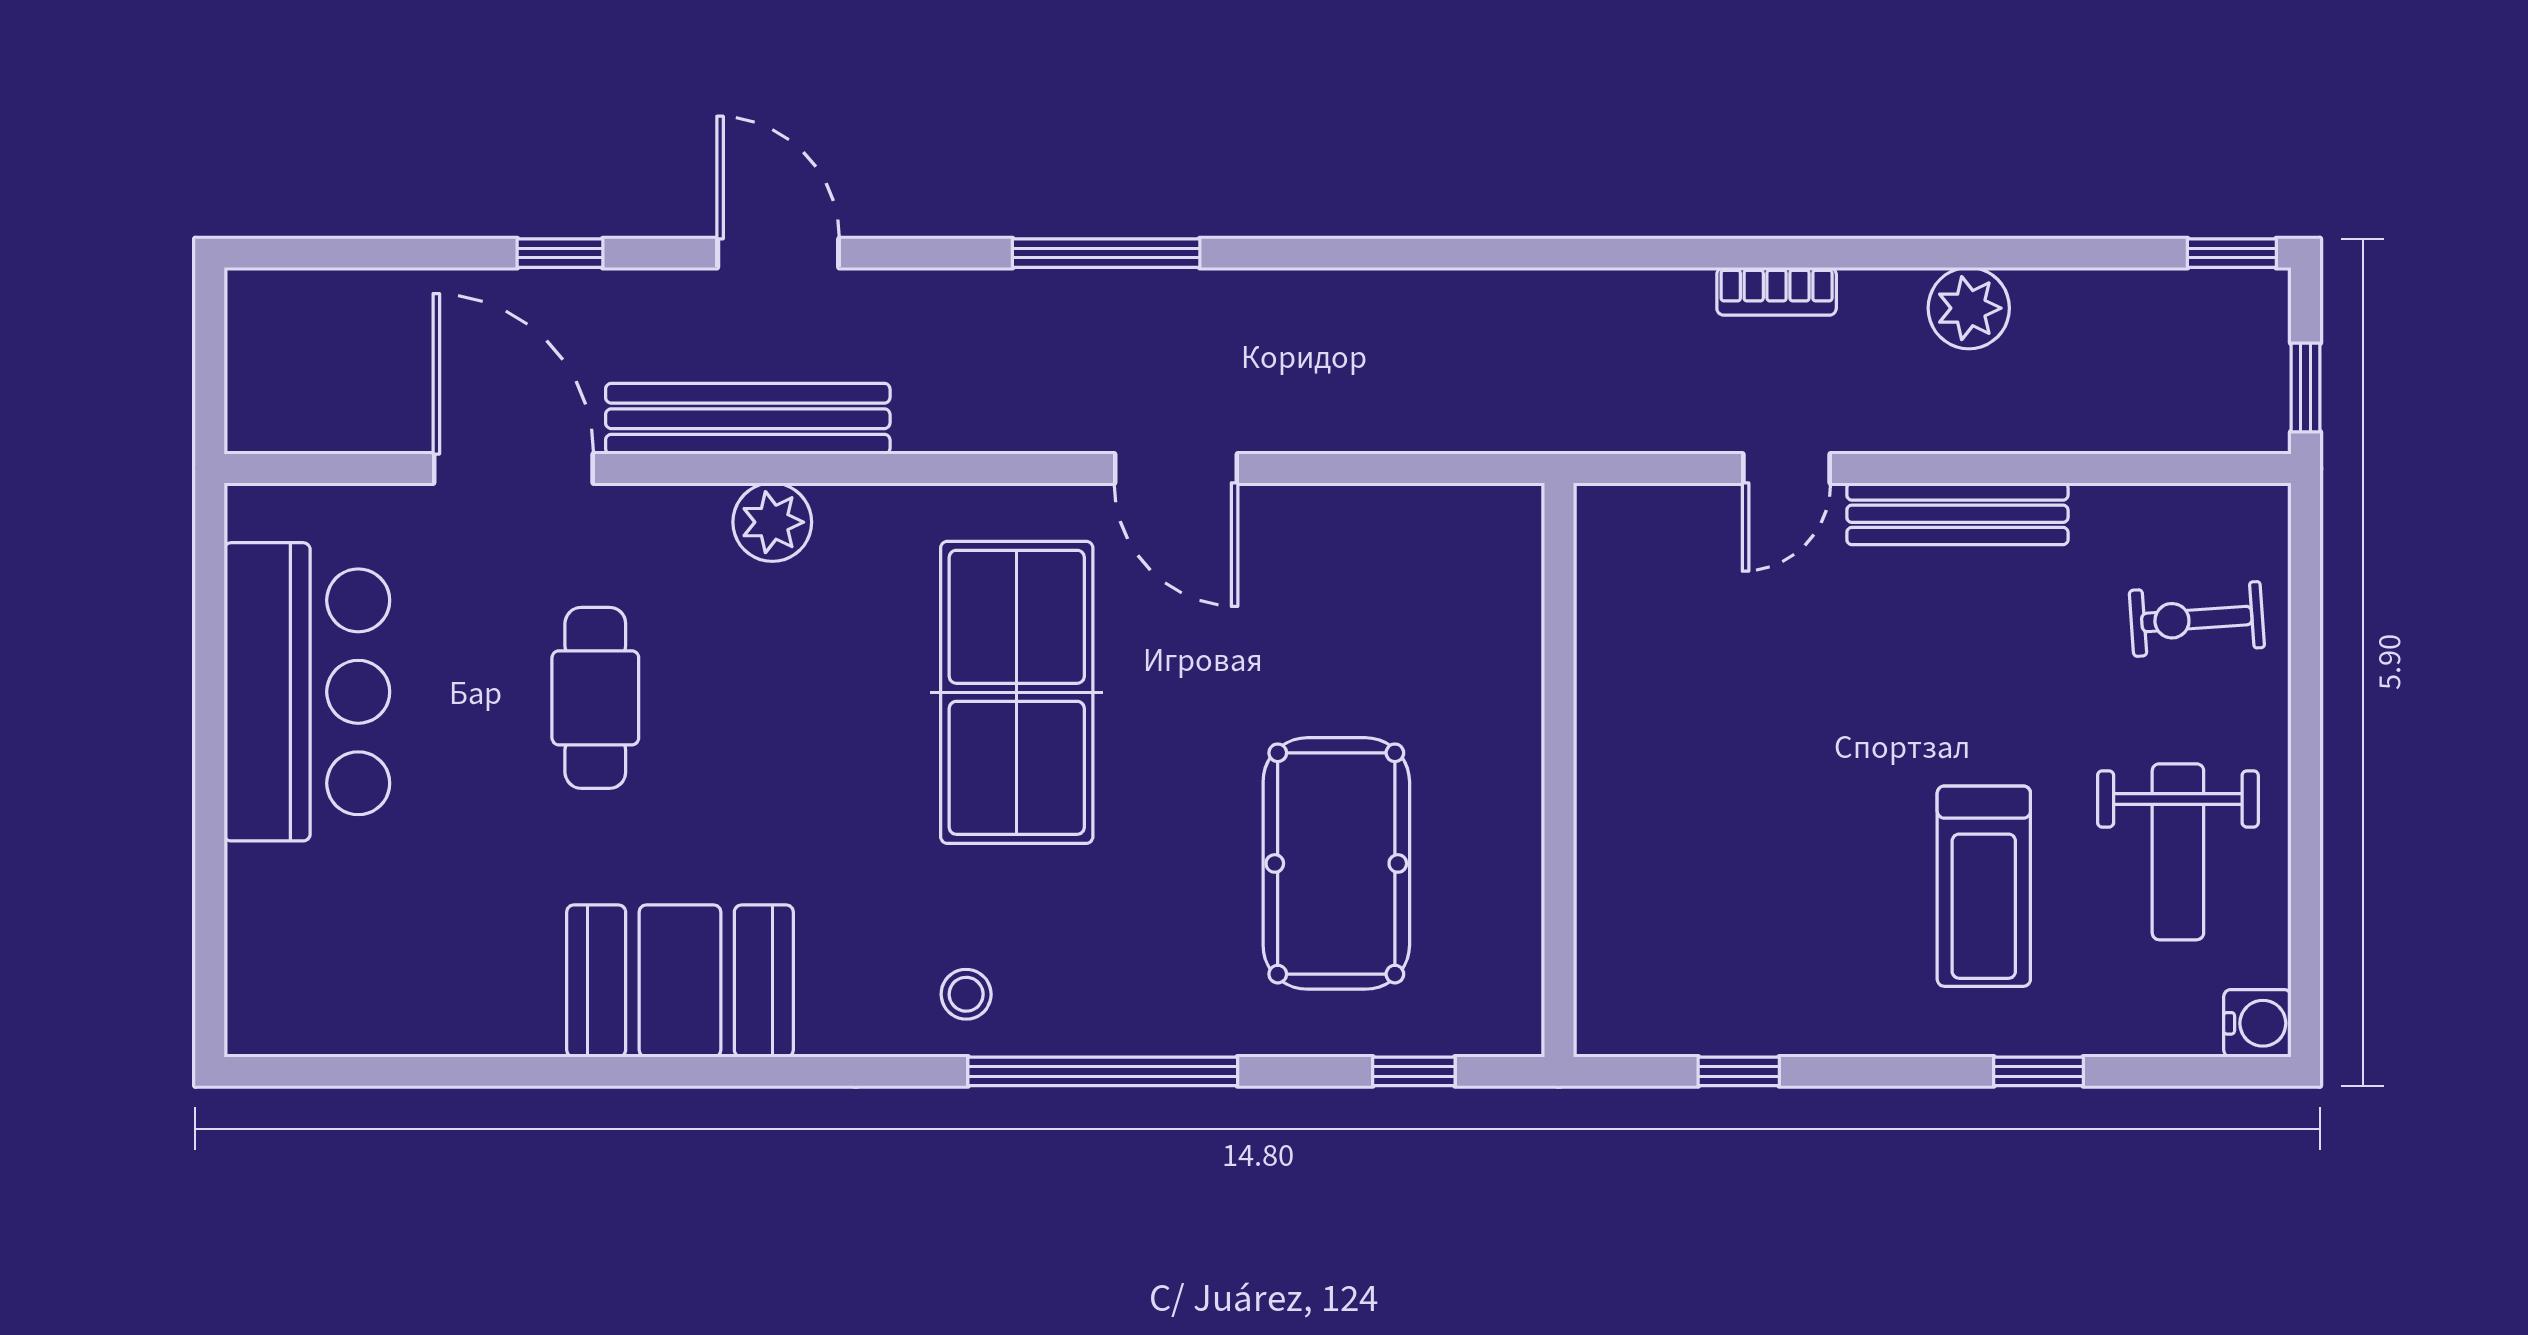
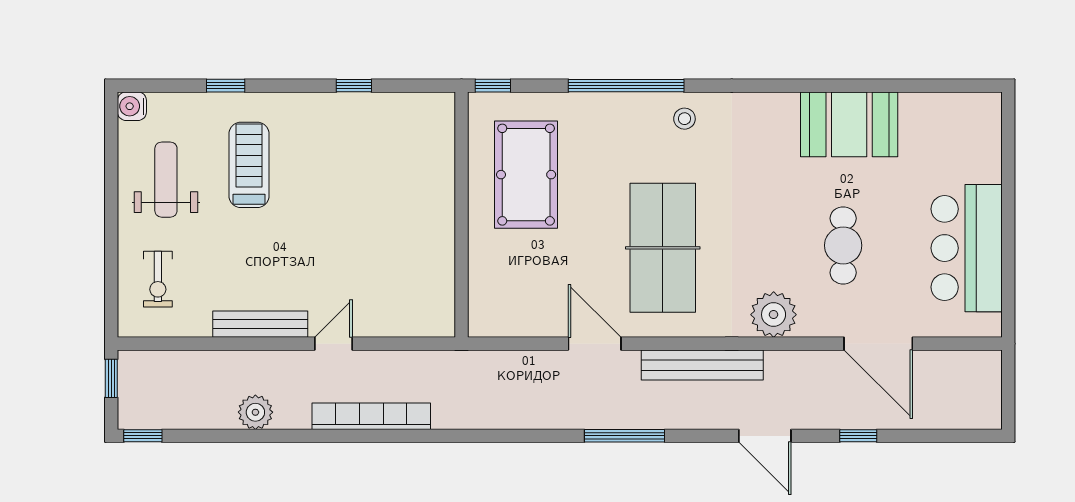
bookcase: (1777, 291) -> (371, 416), width x2.31, depth x1.31
bench: (748, 419) -> (702, 365), moved
plant: (772, 522) -> (774, 315), width x1.36, depth x1.36
exercise bike: (2197, 619) -> (158, 279), turned 94
wall: (1559, 770) -> (461, 215), moved
booth: (680, 981) -> (849, 124), moved

